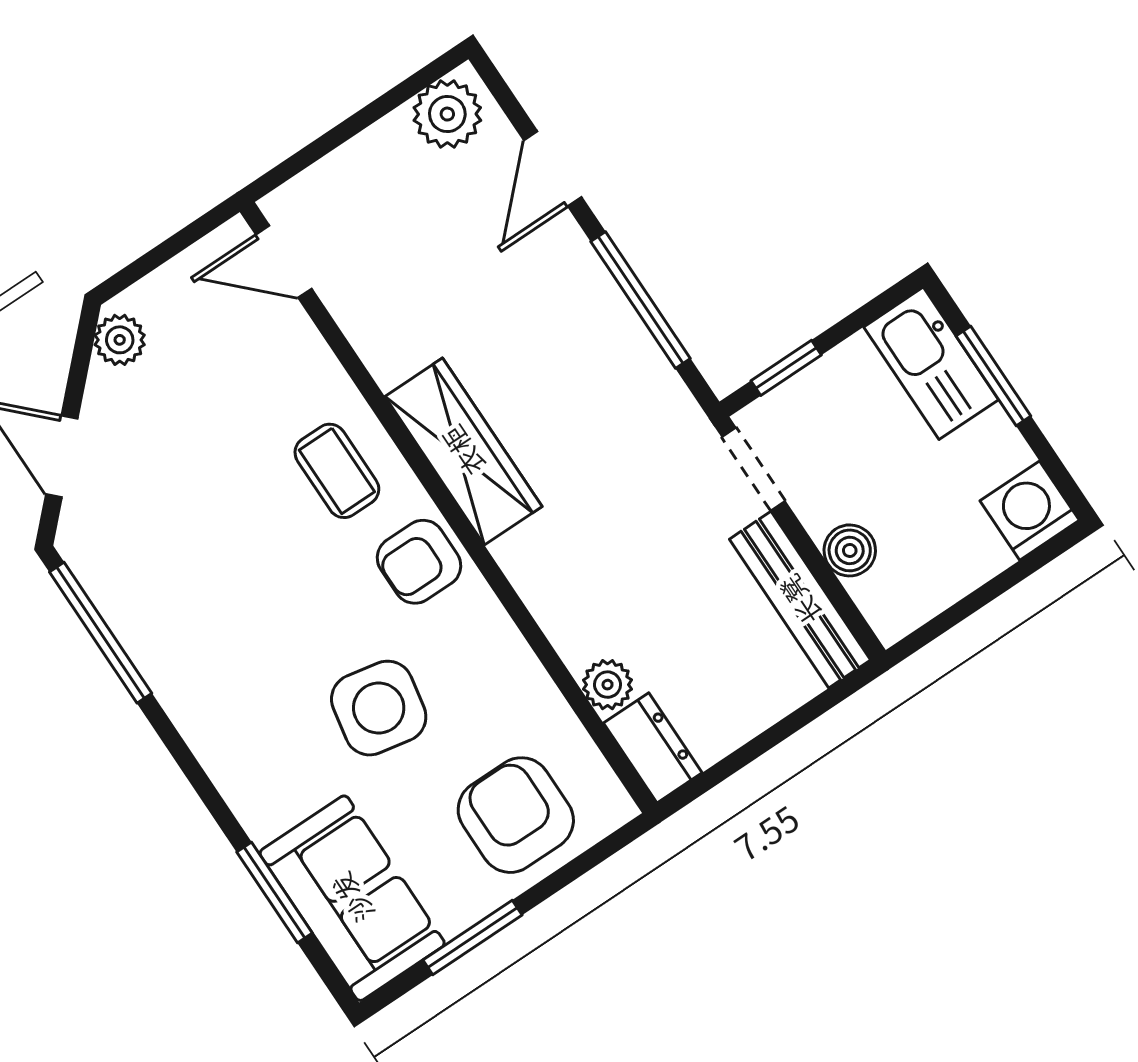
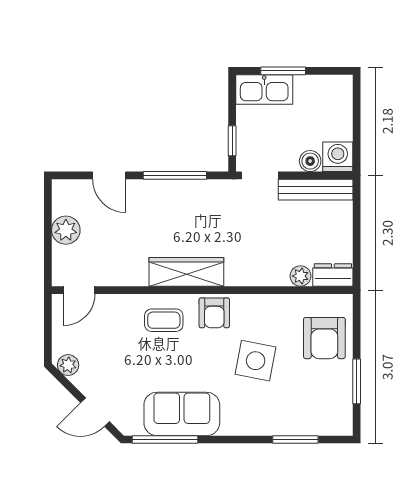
plant: (447, 114) -> (66, 230), moved
washing machine: (1030, 511) -> (338, 157), moved, turned 90
armchair: (516, 815) -> (324, 338), turned -90
sofa: (352, 898) -> (182, 414), moved

